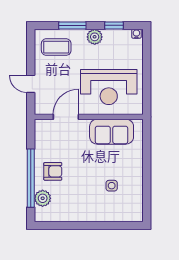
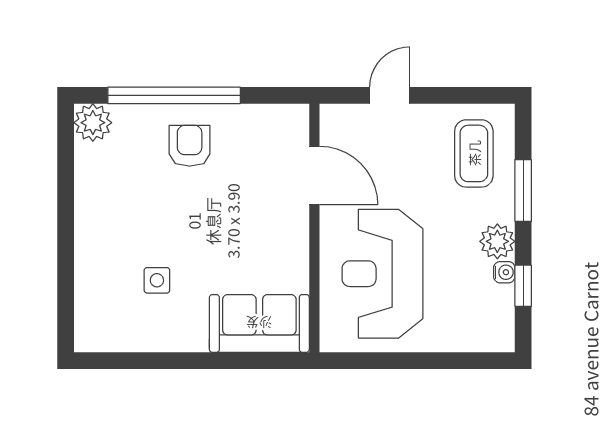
water cooler: (136, 34) -> (504, 272), moved
sofa: (112, 132) -> (259, 323), moved, turned 90
armchair: (53, 171) -> (190, 146), turned 180
plant: (43, 198) -> (93, 123), moved

